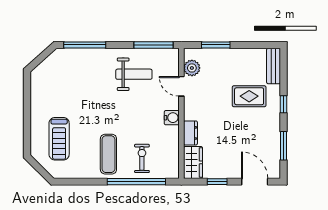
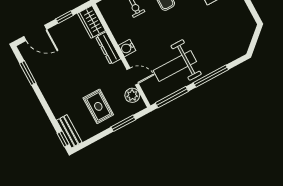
window: (85, 45) -> (211, 76), moved
weight bench: (134, 74) -> (175, 66), width x1.36, depth x1.33
rug: (249, 96) -> (98, 106), moved, turned 90
window: (283, 104) -> (63, 139), moved
dresser: (190, 133) -> (108, 48), width x1.44

